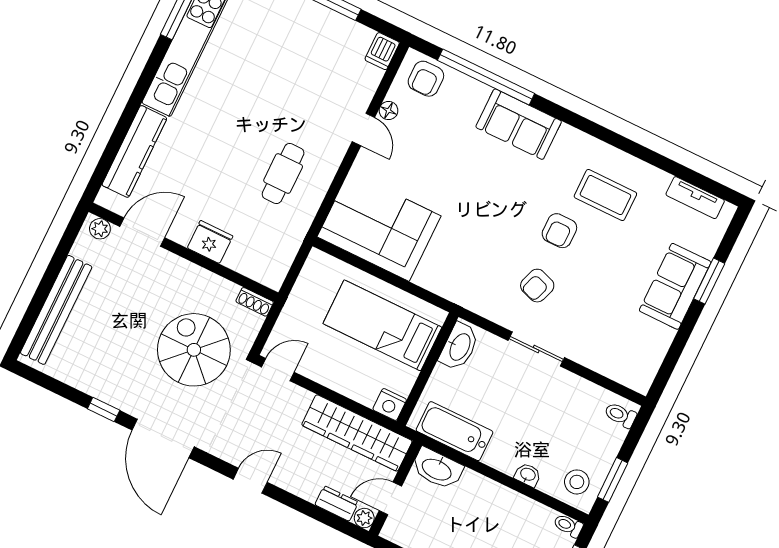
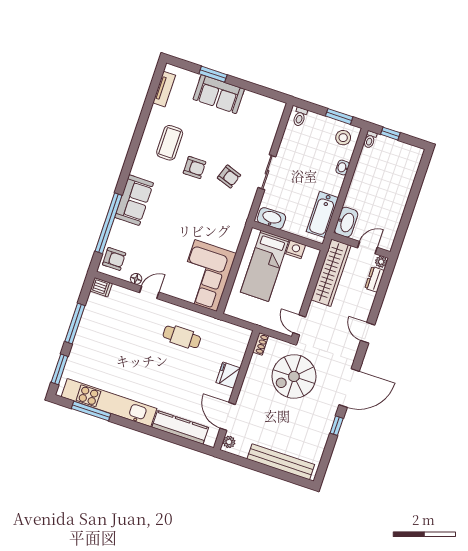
nightstand: (390, 404) -> (296, 249), moved, turned -90
door: (390, 498) -> (367, 248), swing flipped

